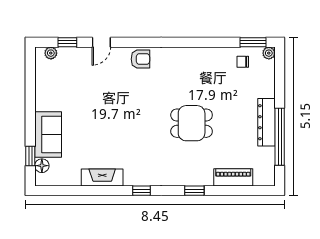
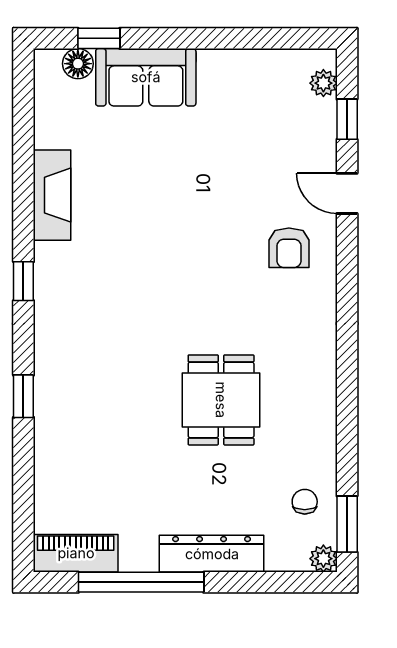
armchair: (140, 59) -> (289, 248), moved
dresser: (267, 122) -> (212, 554), moved
dining table: (192, 123) -> (221, 400), moved
piano: (233, 177) -> (76, 553), moved, turned -90

